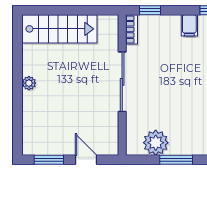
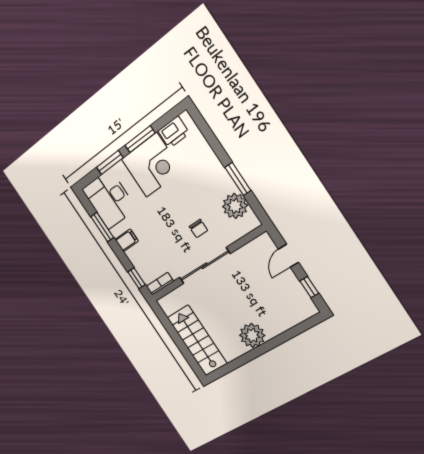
plant: (29, 83) -> (252, 335), width x1.88, depth x1.88
chair: (157, 98) -> (198, 228), added
window: (49, 160) -> (309, 287), width x0.67

